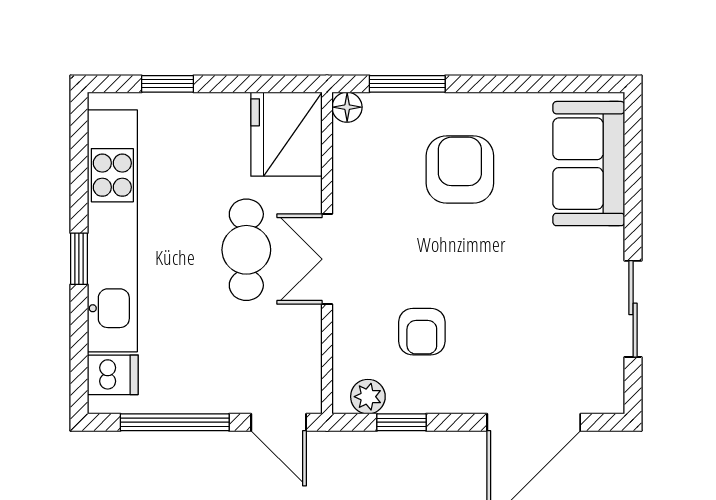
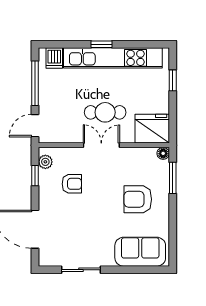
armchair: (460, 169) -> (138, 199), turned 180
armchair: (422, 332) -> (72, 184), turned 180

